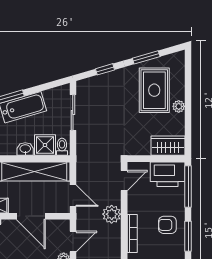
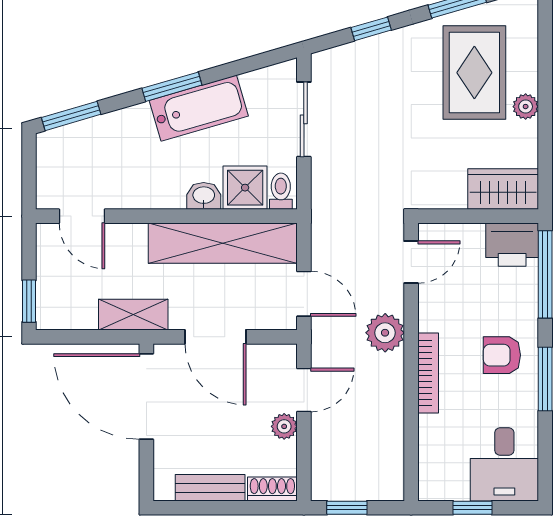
printer: (168, 174) -> (512, 245), width x0.73, depth x0.84

